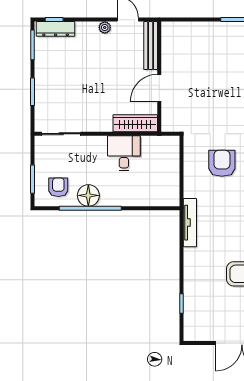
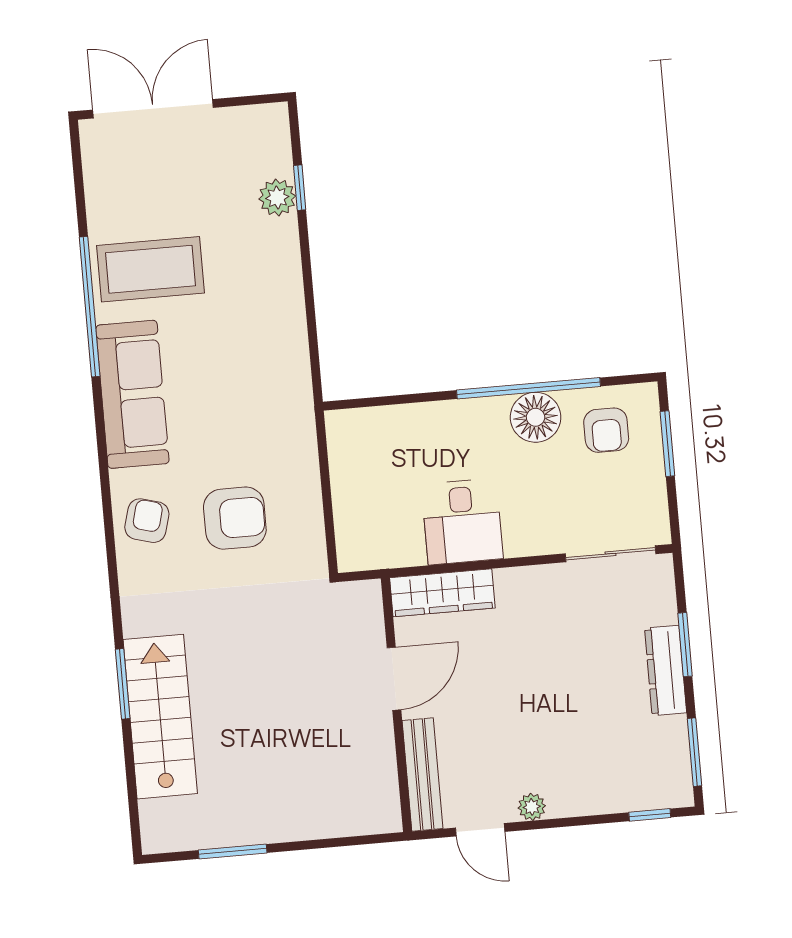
dresser: (56, 29) -> (666, 671), moved, turned -90
armchair: (222, 163) -> (235, 518), turned -90
tv unit: (190, 223) -> (296, 375), removed
plant: (192, 300) -> (277, 198), added

